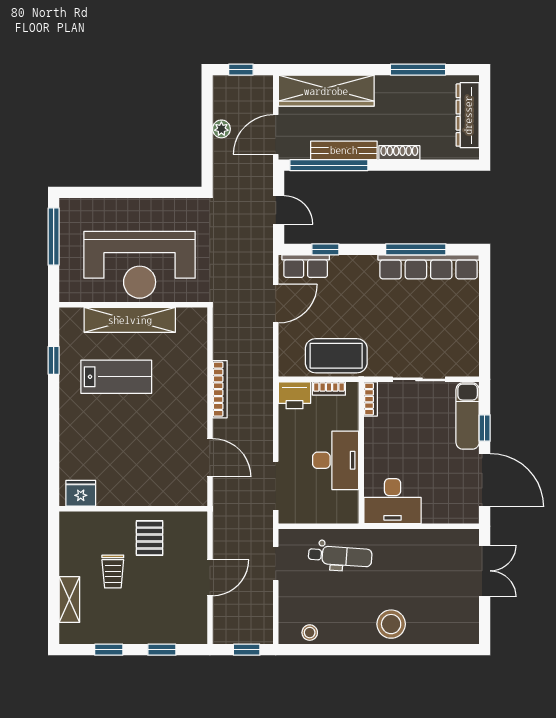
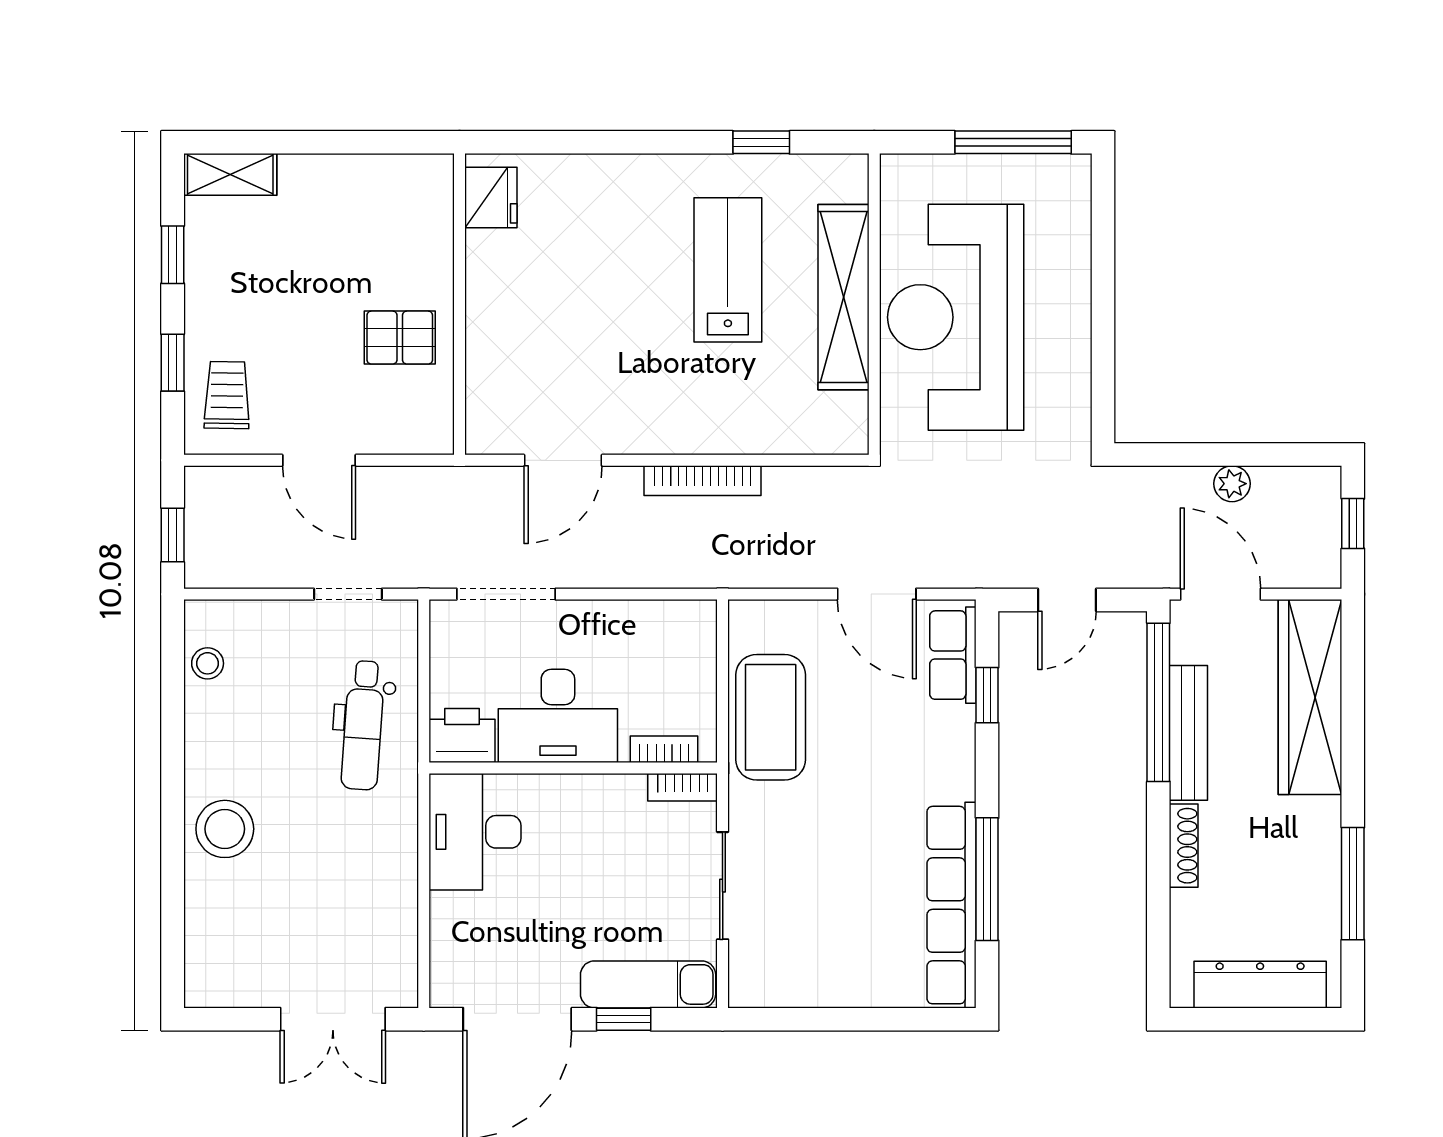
lab bench: (116, 377) -> (728, 270), turned 180
bookcase: (329, 389) -> (664, 749), moved, turned 90
printer: (294, 395) -> (462, 736), moved, turned 90
trolley: (113, 572) -> (227, 395), moved, turned 91
shelving: (69, 600) -> (230, 174), moved

